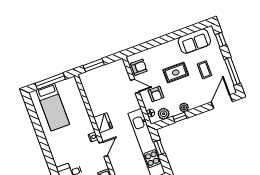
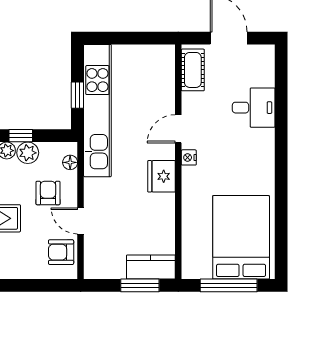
kitchen counter: (92, 76) -> (151, 267), added
bed: (53, 107) -> (241, 237), width x1.50
plant: (164, 114) -> (28, 153), moved

